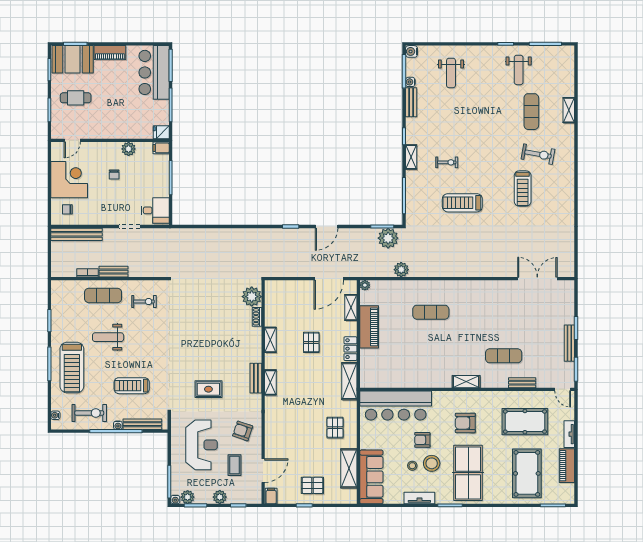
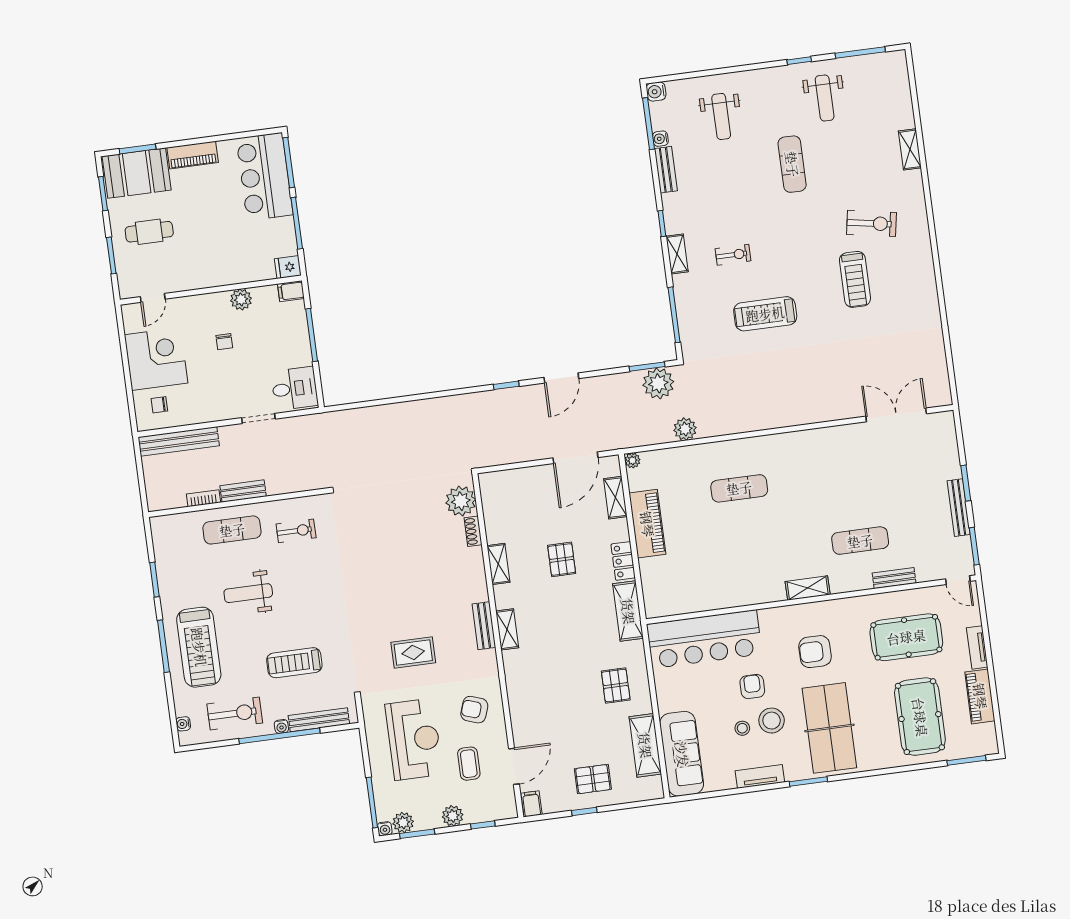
exercise mat: (531, 112) -> (792, 164), moved
armchair: (422, 440) -> (752, 687), turned 90

